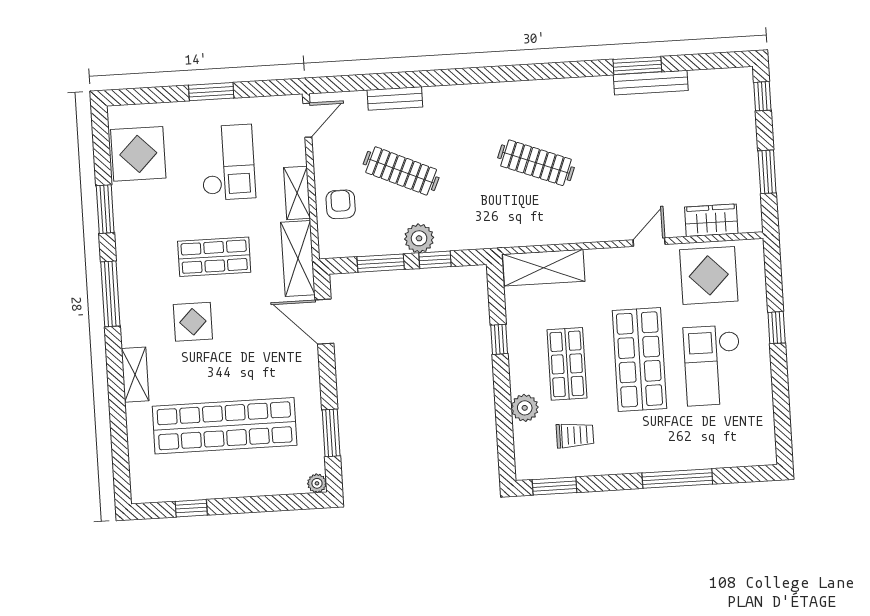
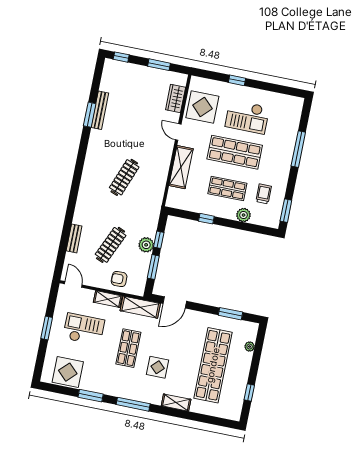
shelving: (544, 268) -> (181, 167), moved
plant: (317, 483) -> (250, 347), moved

